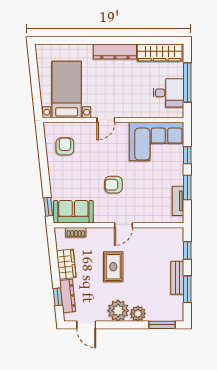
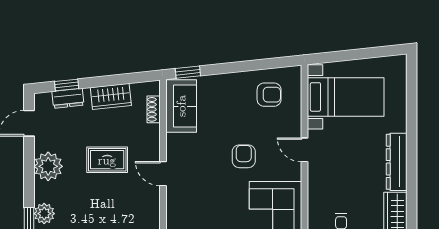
armchair: (113, 185) -> (244, 156), moved
dresser: (68, 296) -> (68, 98), width x0.70
plant: (138, 314) -> (44, 214), moved

